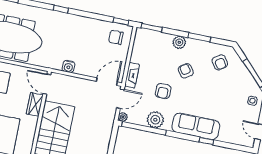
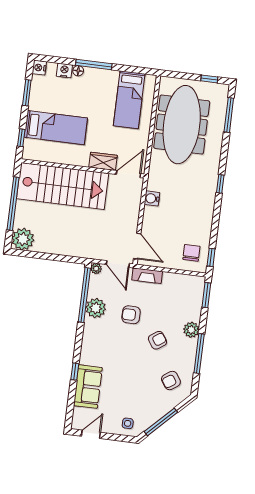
window: (199, 37) -> (199, 353), width x1.44
sofa: (196, 126) -> (88, 387), moved, width x0.73

